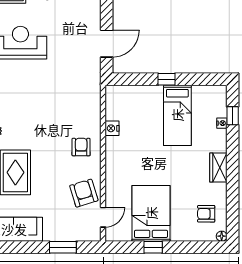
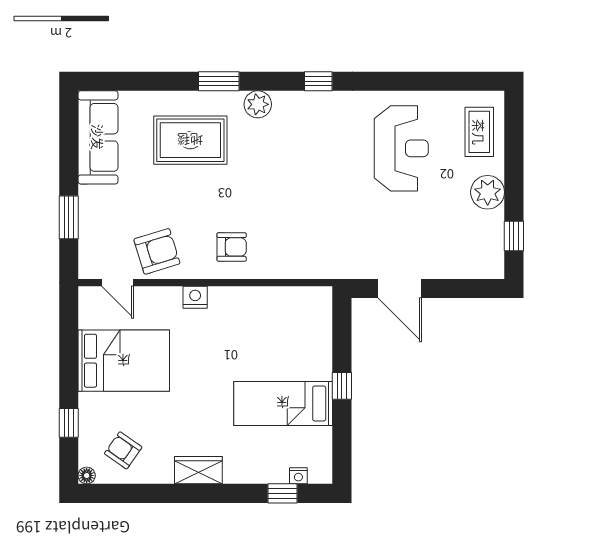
nightstand: (222, 123) -> (298, 476), moved
nightstand: (112, 128) -> (195, 297), moved
armchair: (206, 214) -> (123, 450), turned -55
window: (153, 247) -> (69, 423), moved

